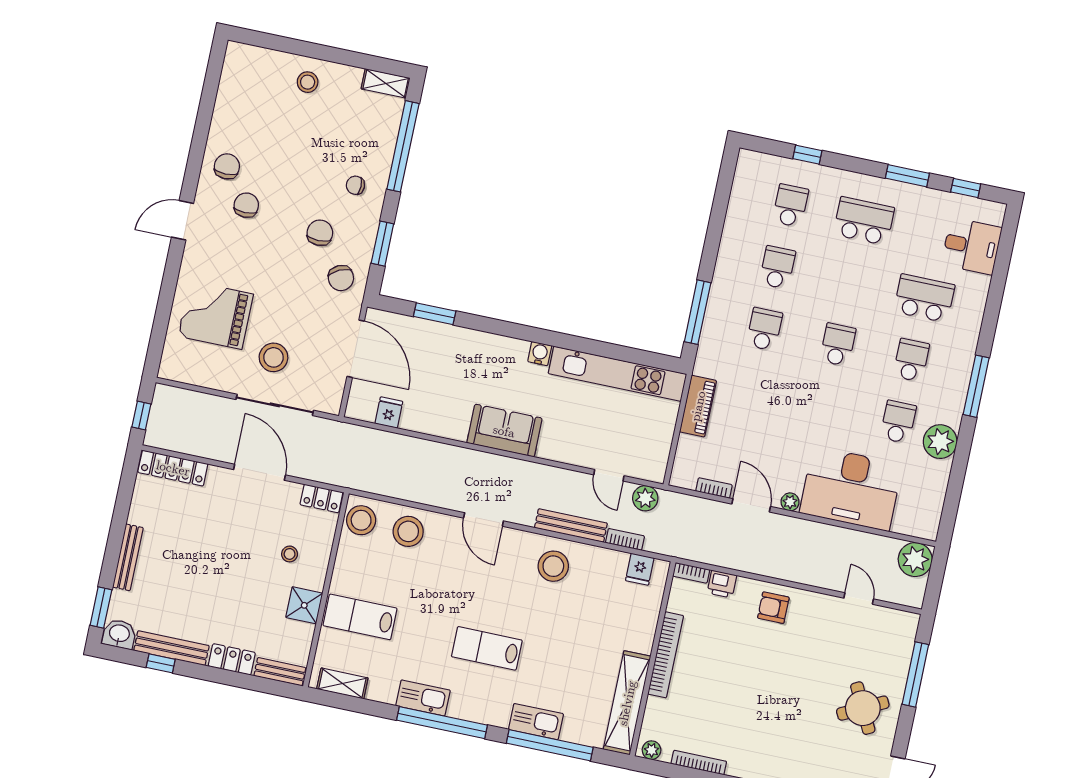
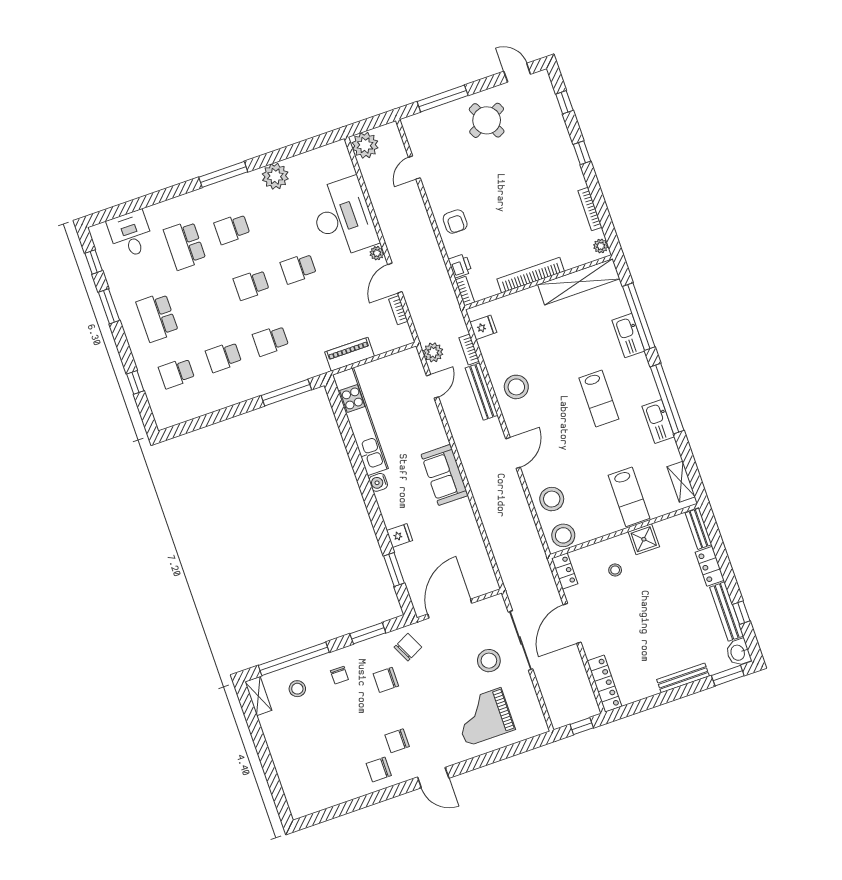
stool: (308, 82) -> (297, 689), moved
grand piano: (216, 315) -> (484, 717), turned 90
fridge: (389, 413) -> (400, 536), moved, turned 180
school desk: (898, 422) -> (298, 268), moved

